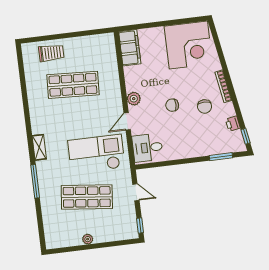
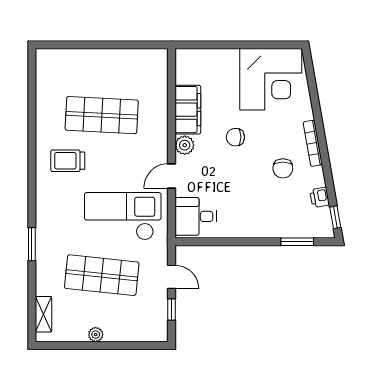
filing cabinet: (130, 48) -> (188, 110), moved
trolley: (51, 53) -> (68, 161), moved, turned 180
chair: (172, 105) -> (235, 137), moved
shelving: (39, 147) -> (44, 314), moved
window: (35, 181) -> (32, 244), width x0.69
window: (140, 225) -> (172, 310), moved

